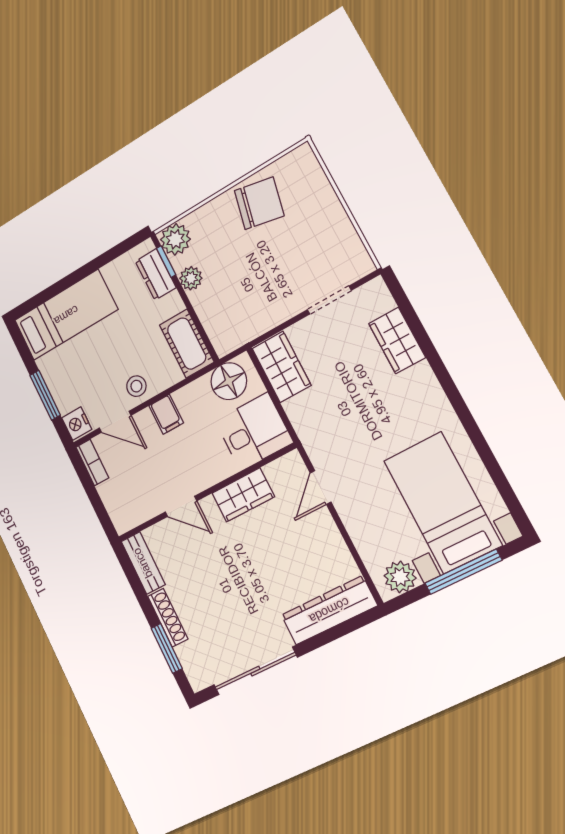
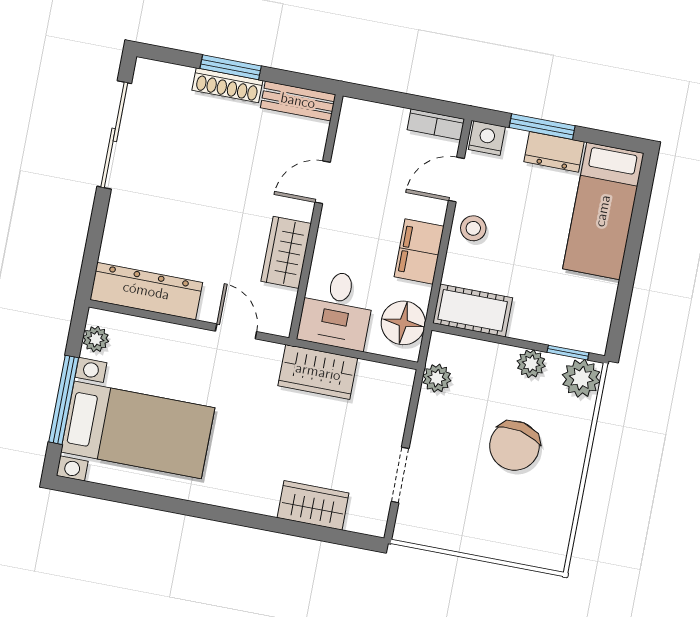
chair: (259, 203) -> (515, 446), moved
dresser: (156, 274) -> (554, 152), moved, turned 180
plant: (247, 330) -> (437, 378), added
wardrobe: (281, 367) -> (318, 372), moved
filing cabinet: (166, 414) -> (419, 252), width x2.00
plant: (400, 577) -> (96, 339), width x0.73, depth x0.73
dresser: (329, 610) -> (146, 291), moved, turned -90
window: (167, 648) -> (231, 67), moved

